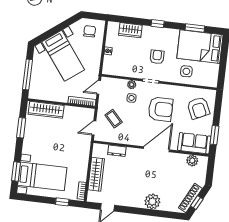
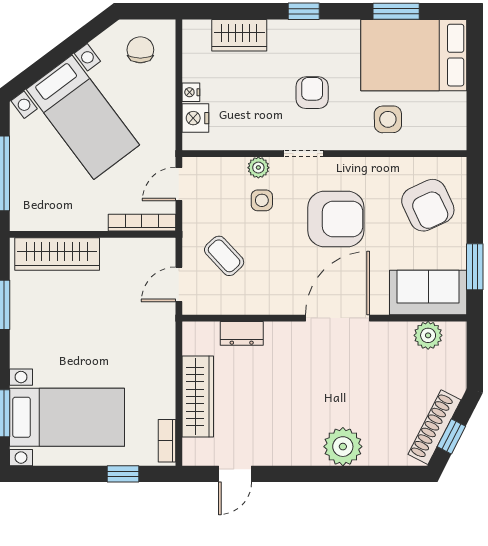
nightstand: (109, 62) -> (195, 118), added

